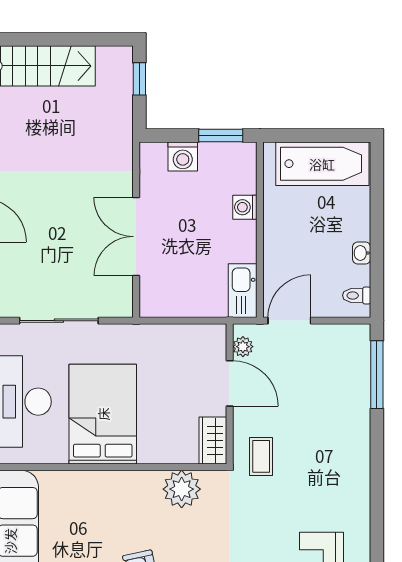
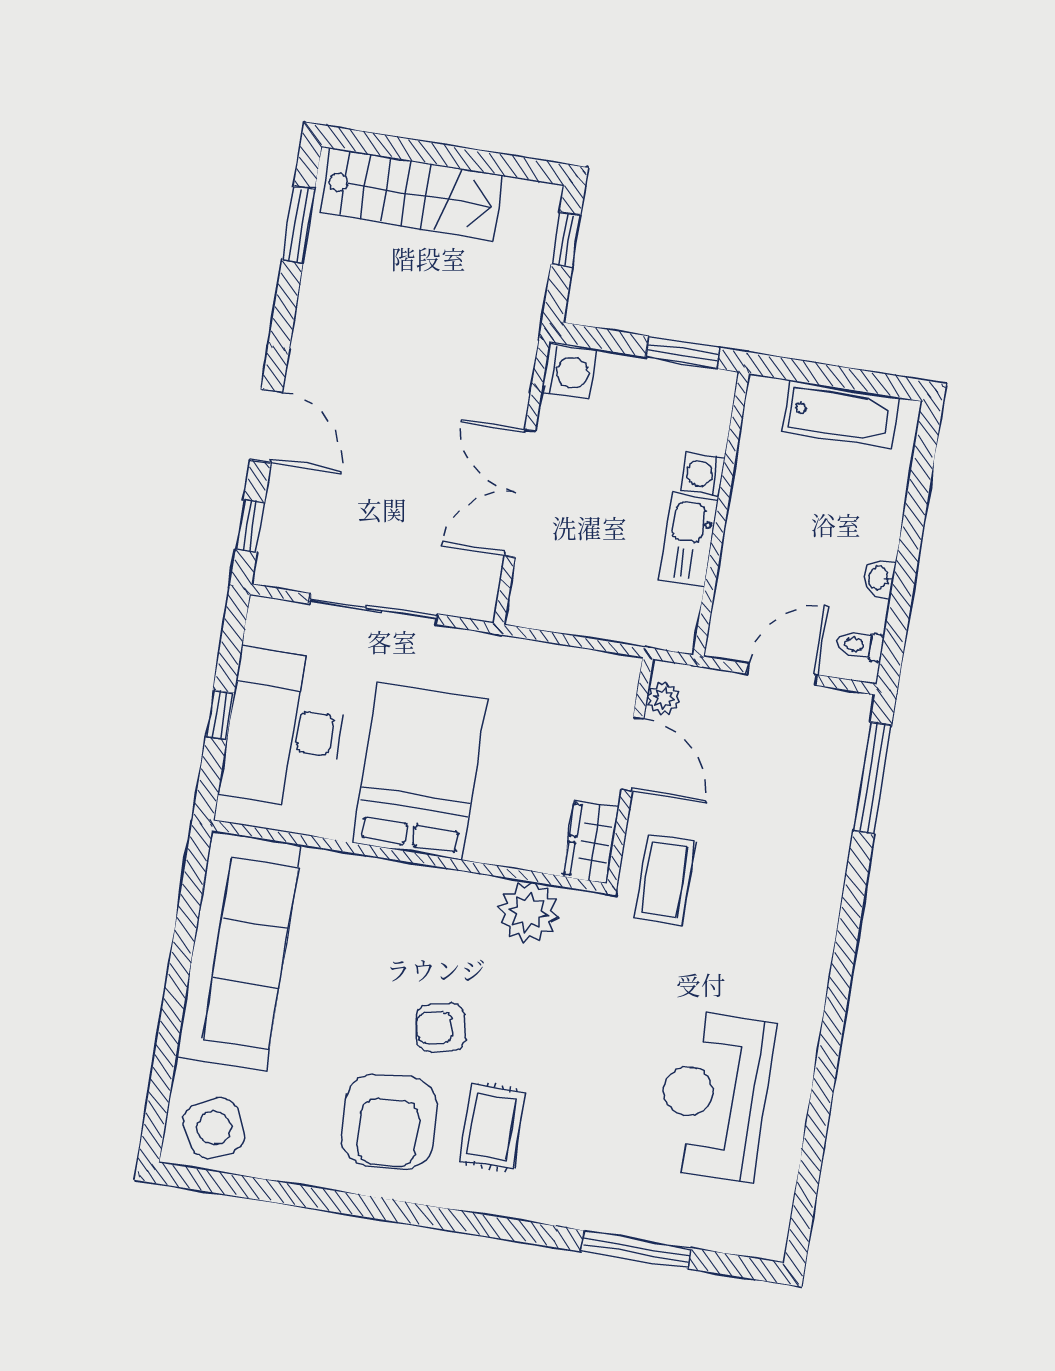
washing machine: (183, 156) -> (569, 372), moved, turned -90
bathtub: (322, 164) -> (841, 415), width x0.73, depth x0.73
kitchen sink: (243, 291) -> (688, 540), moved
door: (289, 321) -> (782, 674), moved
coffee table: (261, 456) -> (664, 880), width x1.36, depth x1.30

